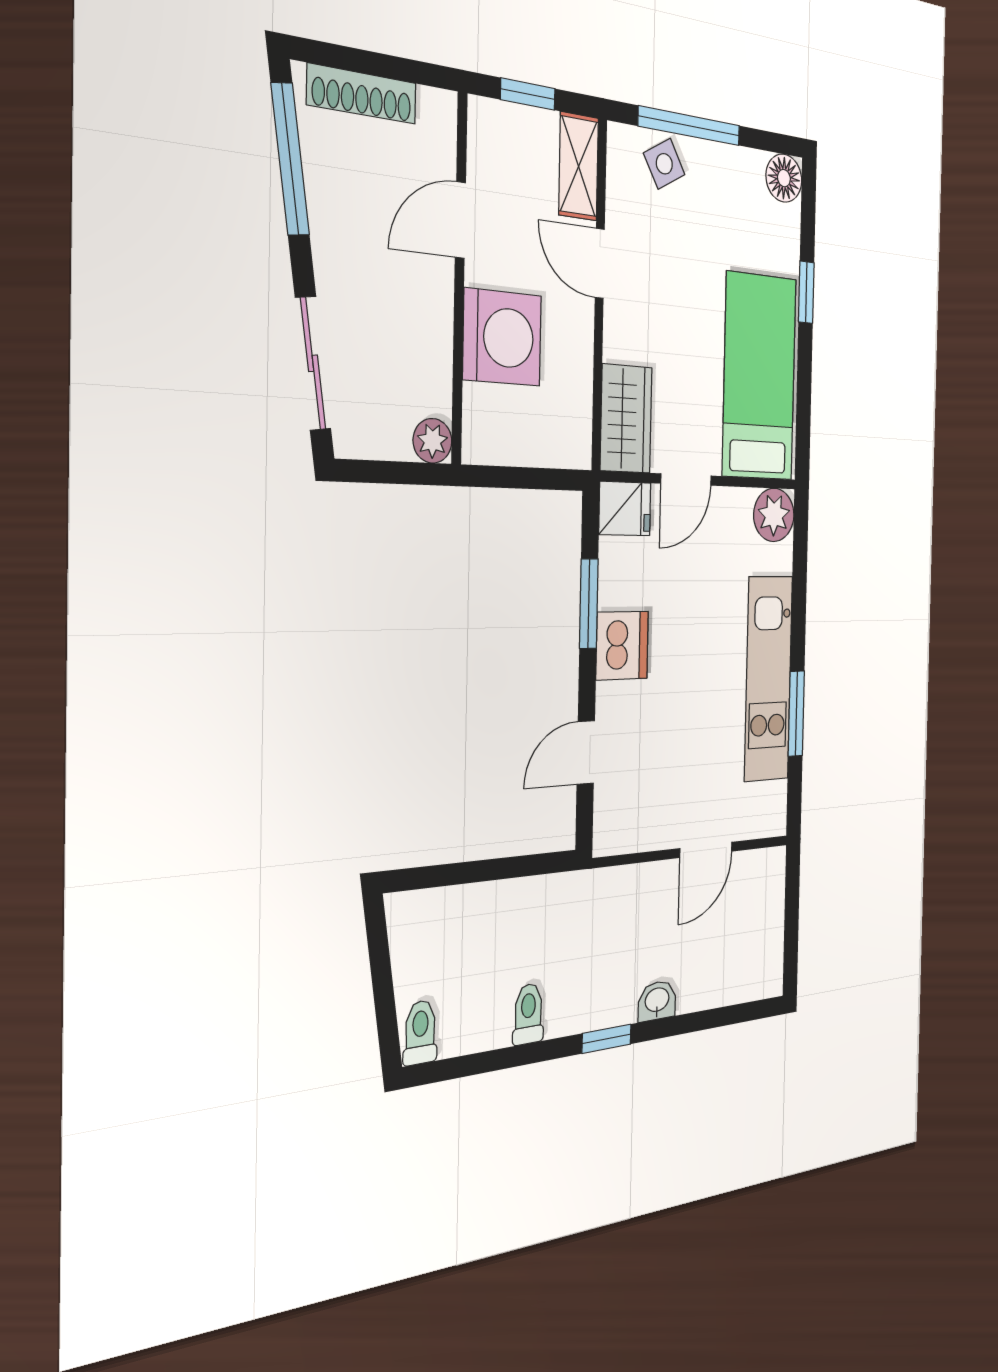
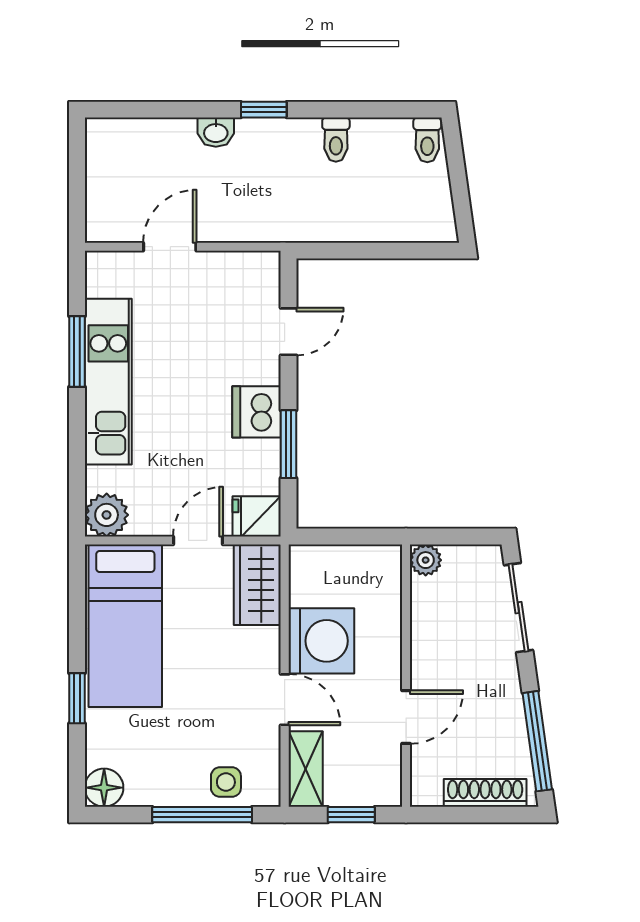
side table: (664, 164) -> (226, 782), turned 30
washing machine: (502, 337) -> (321, 641), moved, turned 180

